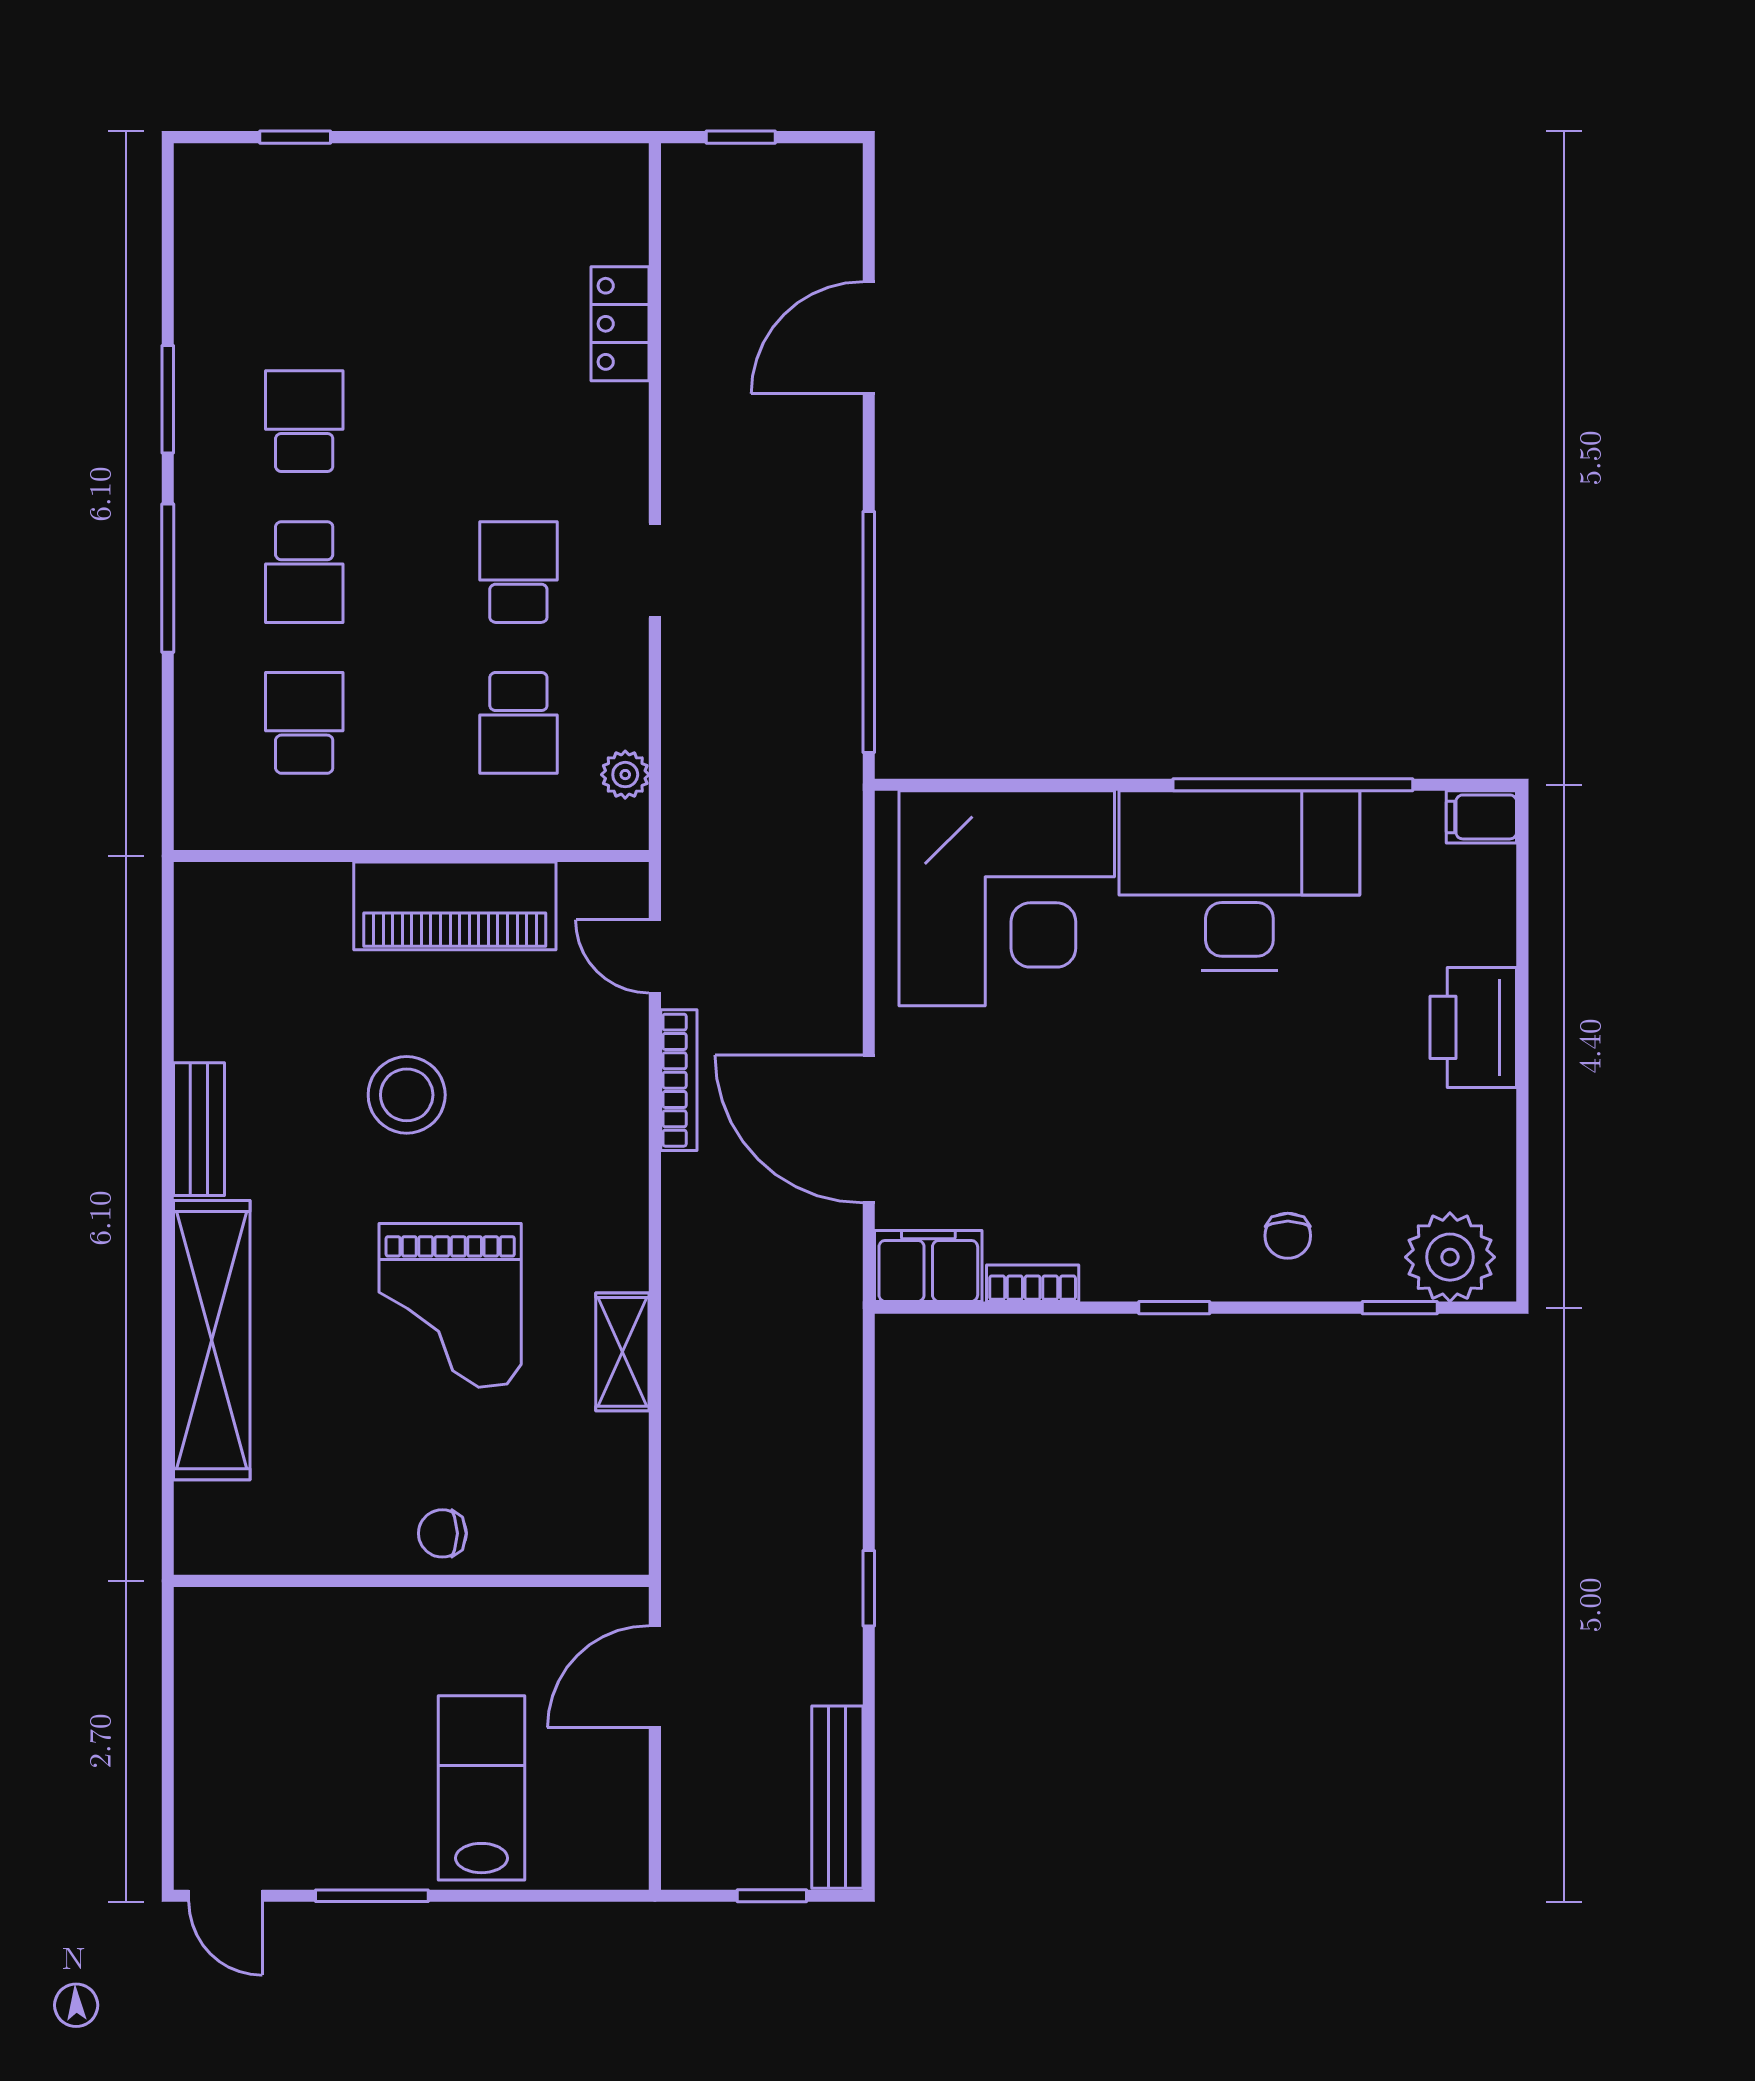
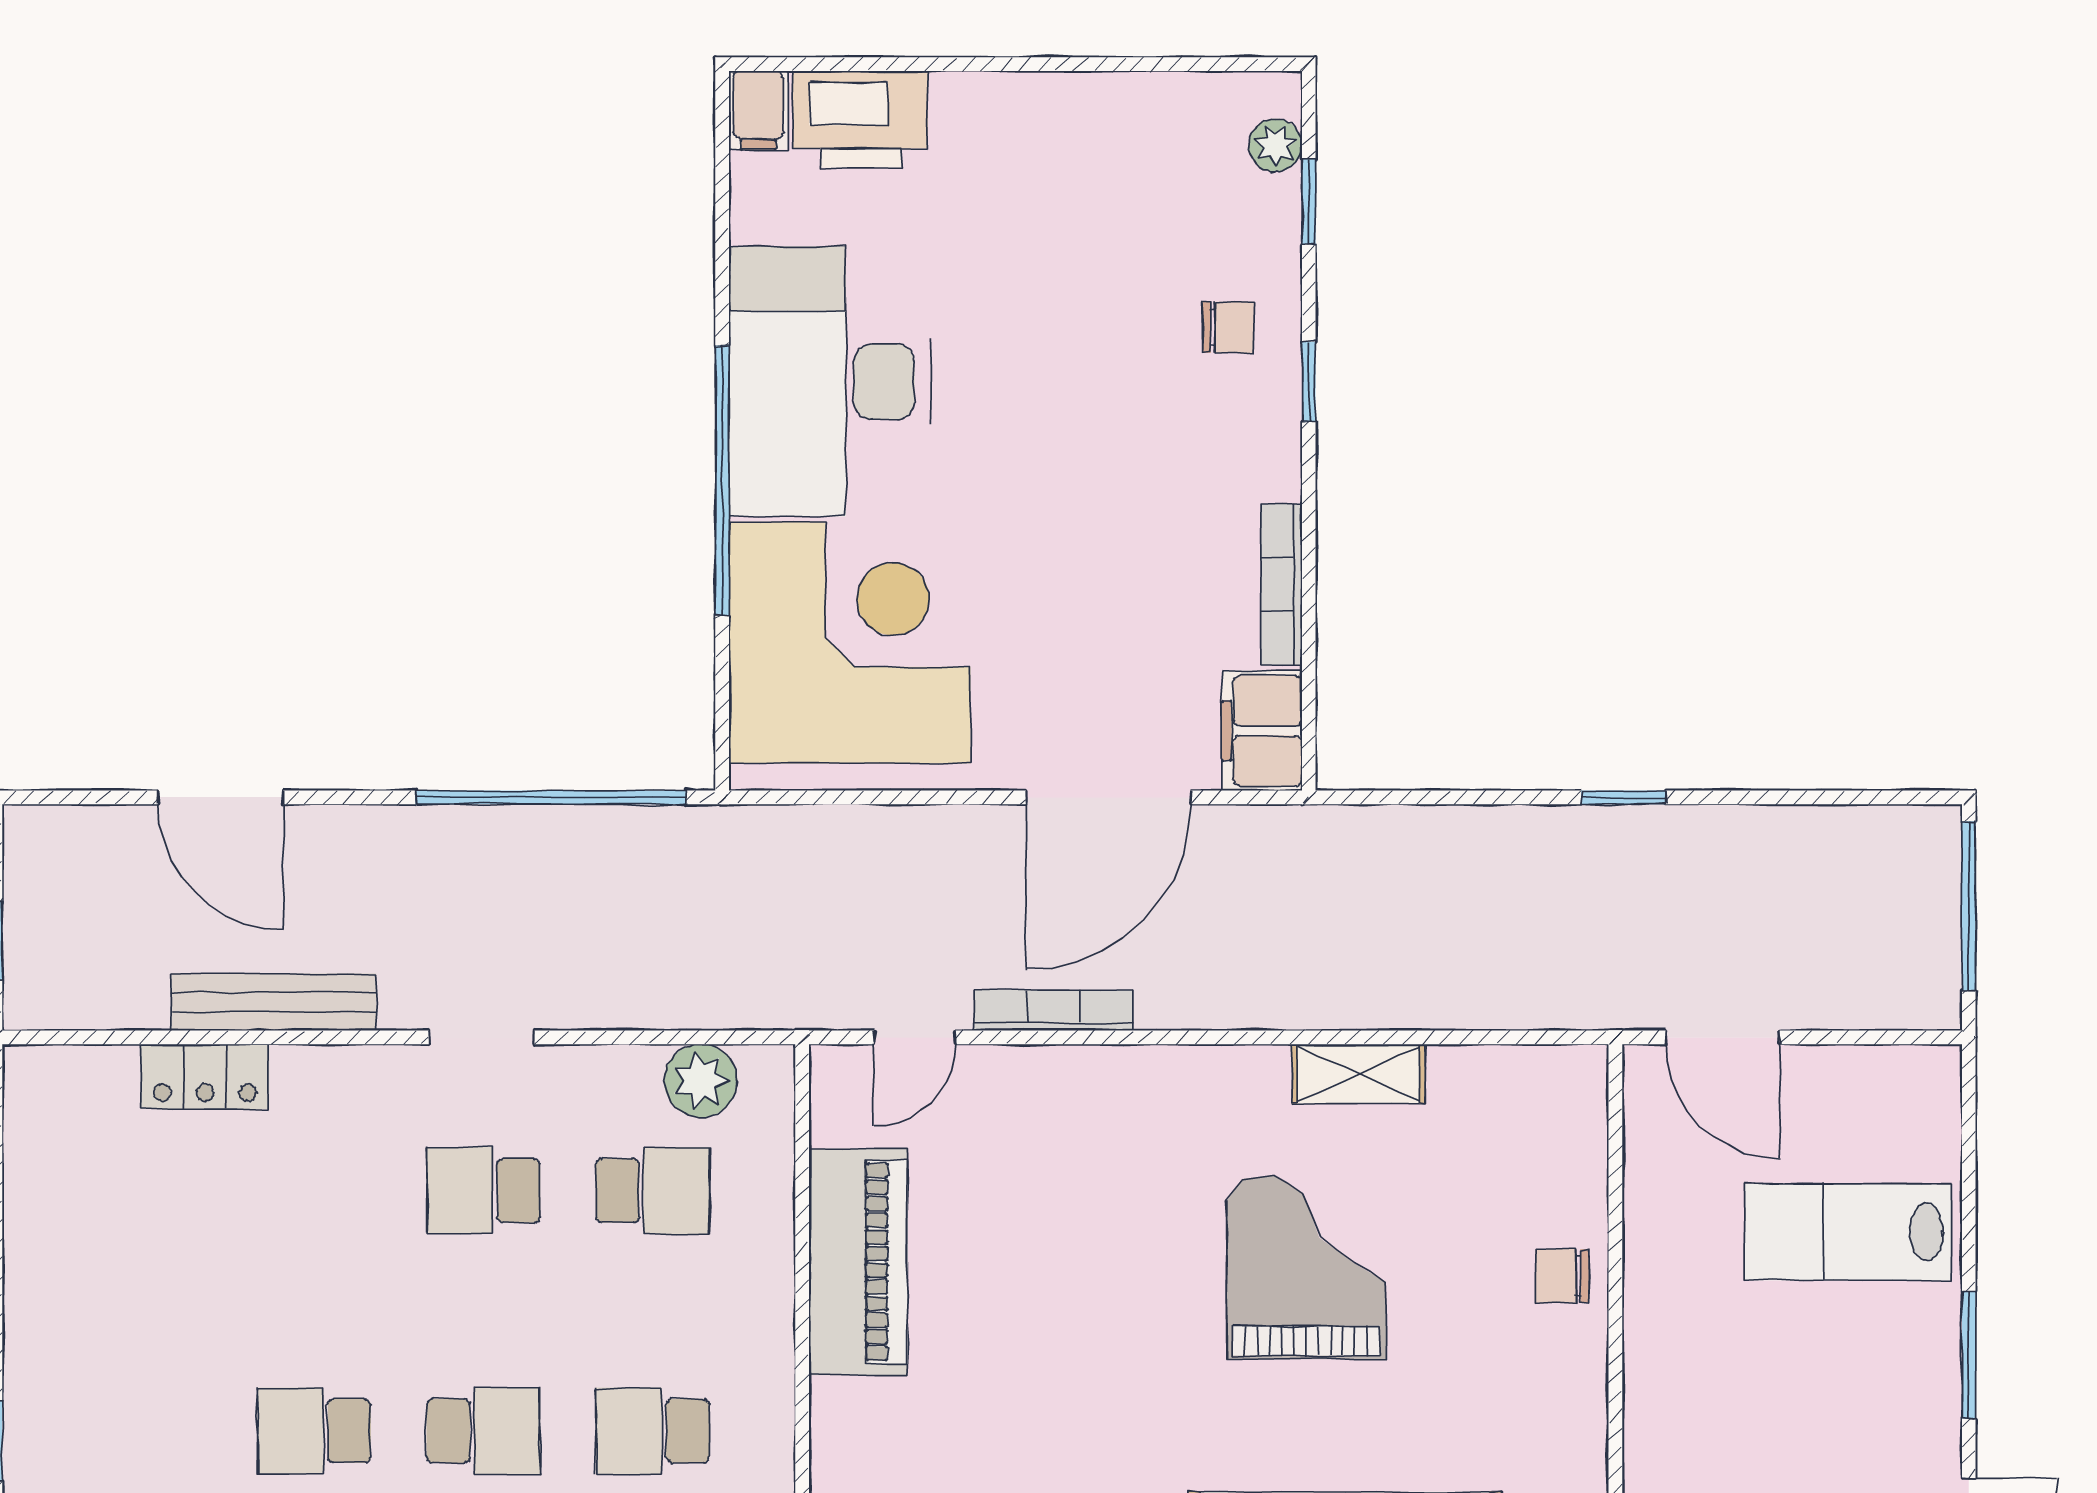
plant: (625, 775) -> (701, 1081), width x1.38, depth x1.38
window: (1293, 785) -> (722, 480), moved
printer: (1473, 1027) -> (861, 119), moved
stool: (407, 1095) -> (1070, 1316), removed
plant: (1450, 1257) -> (1275, 145), width x0.53, depth x0.53
bookcase: (1033, 1283) -> (1281, 585), width x1.56
grand piano: (450, 1305) -> (1306, 1267), turned -90
window: (1174, 1308) -> (1309, 382), moved
chair: (442, 1533) -> (1562, 1276), turned 90
bench: (837, 1797) -> (274, 1002), moved
window: (772, 1896) -> (1969, 906), width x2.17

